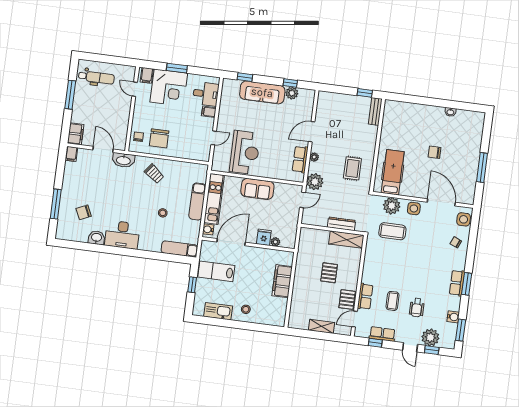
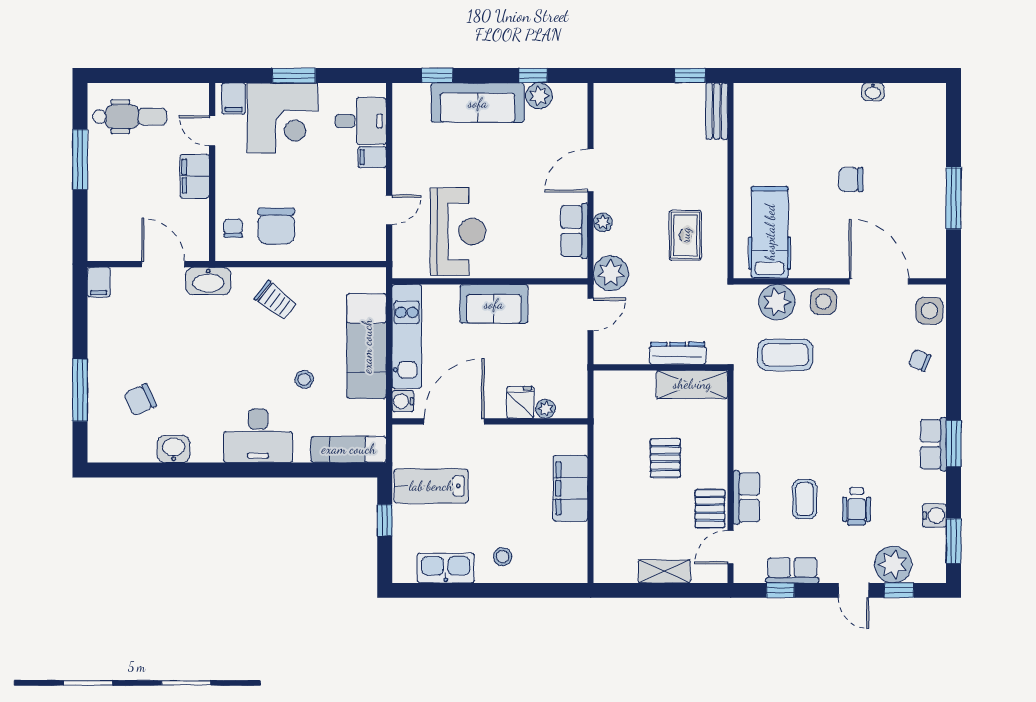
filing cabinet: (76, 134) -> (195, 176), moved, turned 180
exam couch: (197, 201) -> (367, 346), width x1.36, depth x1.45
desk: (122, 235) -> (258, 436), moved

